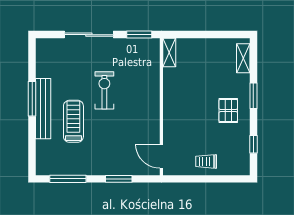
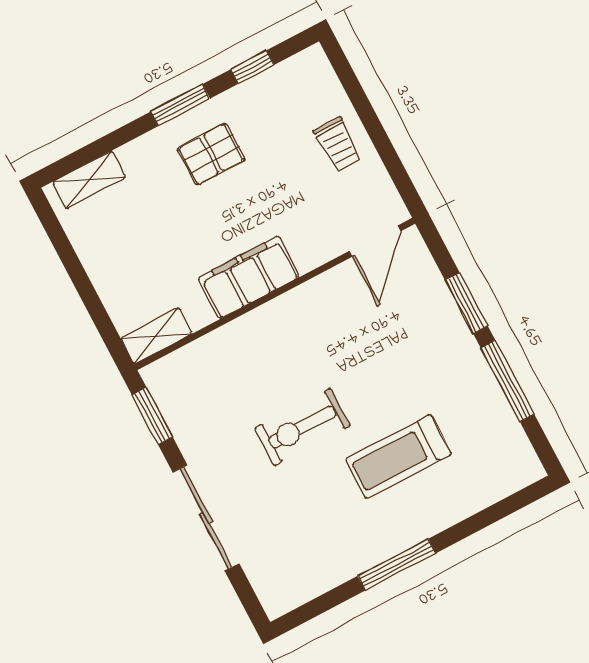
window: (253, 96) -> (180, 105), moved
filing cabinet: (173, 100) -> (249, 277), added
bench: (43, 109) -> (405, 531), removed
window: (68, 179) -> (508, 381), moved

